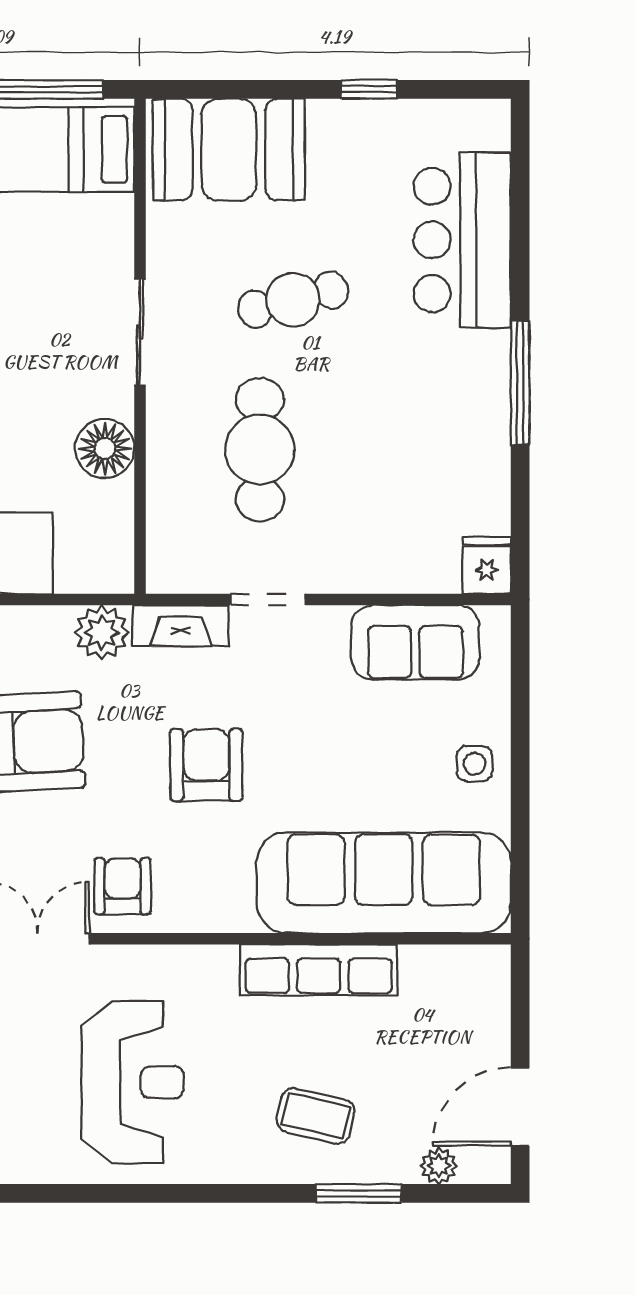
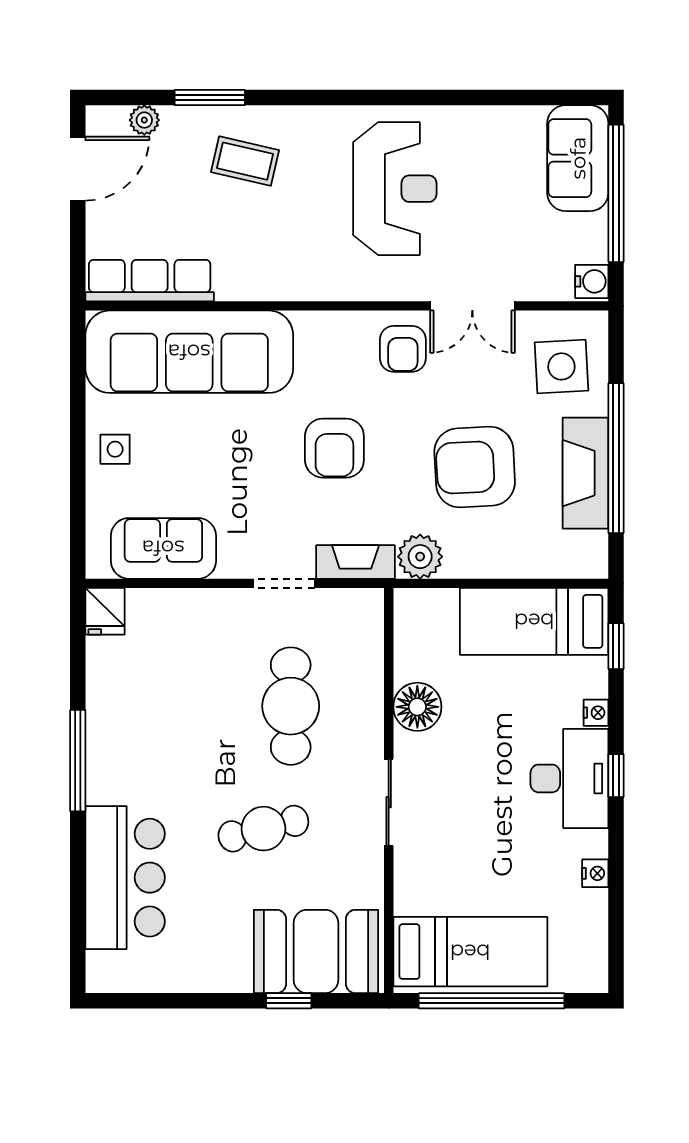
window: (369, 89) -> (289, 1001), moved
row of seats: (319, 970) -> (150, 281), moved
reception desk: (133, 1082) -> (395, 189), turned 180

